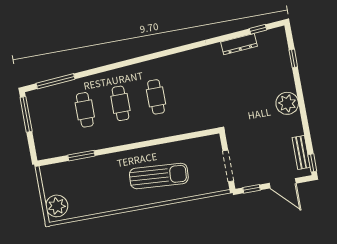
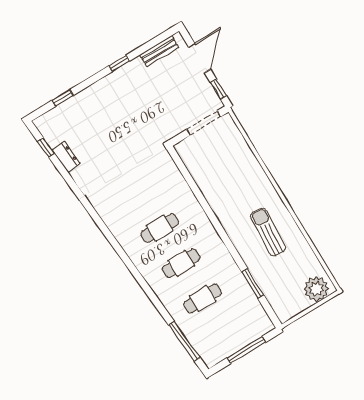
dresser: (239, 44) -> (66, 157), width x0.70
plant: (287, 103) -> (113, 86), removed
window: (26, 114) -> (246, 350), moved
window: (312, 163) -> (119, 63), moved
sun lounger: (159, 176) -> (268, 232), moved, width x0.73, depth x0.75

